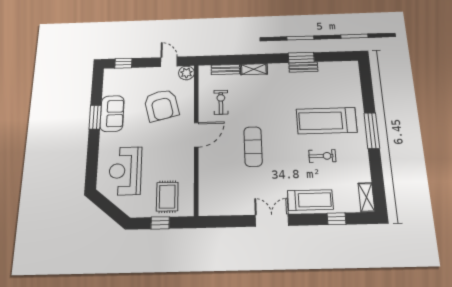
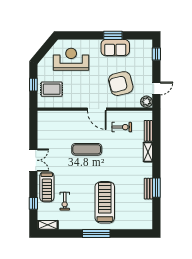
exercise bike: (322, 156) -> (65, 201), moved

